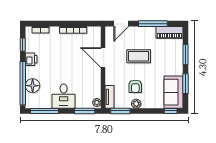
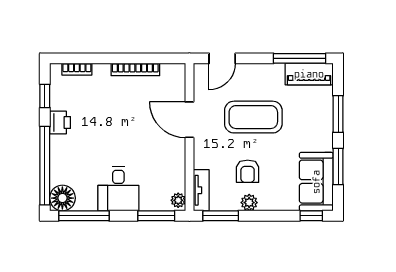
window: (153, 24) -> (300, 58), moved
coffee table: (139, 56) -> (253, 117), width x1.36, depth x1.32
floor lamp: (33, 86) -> (62, 198), moved

